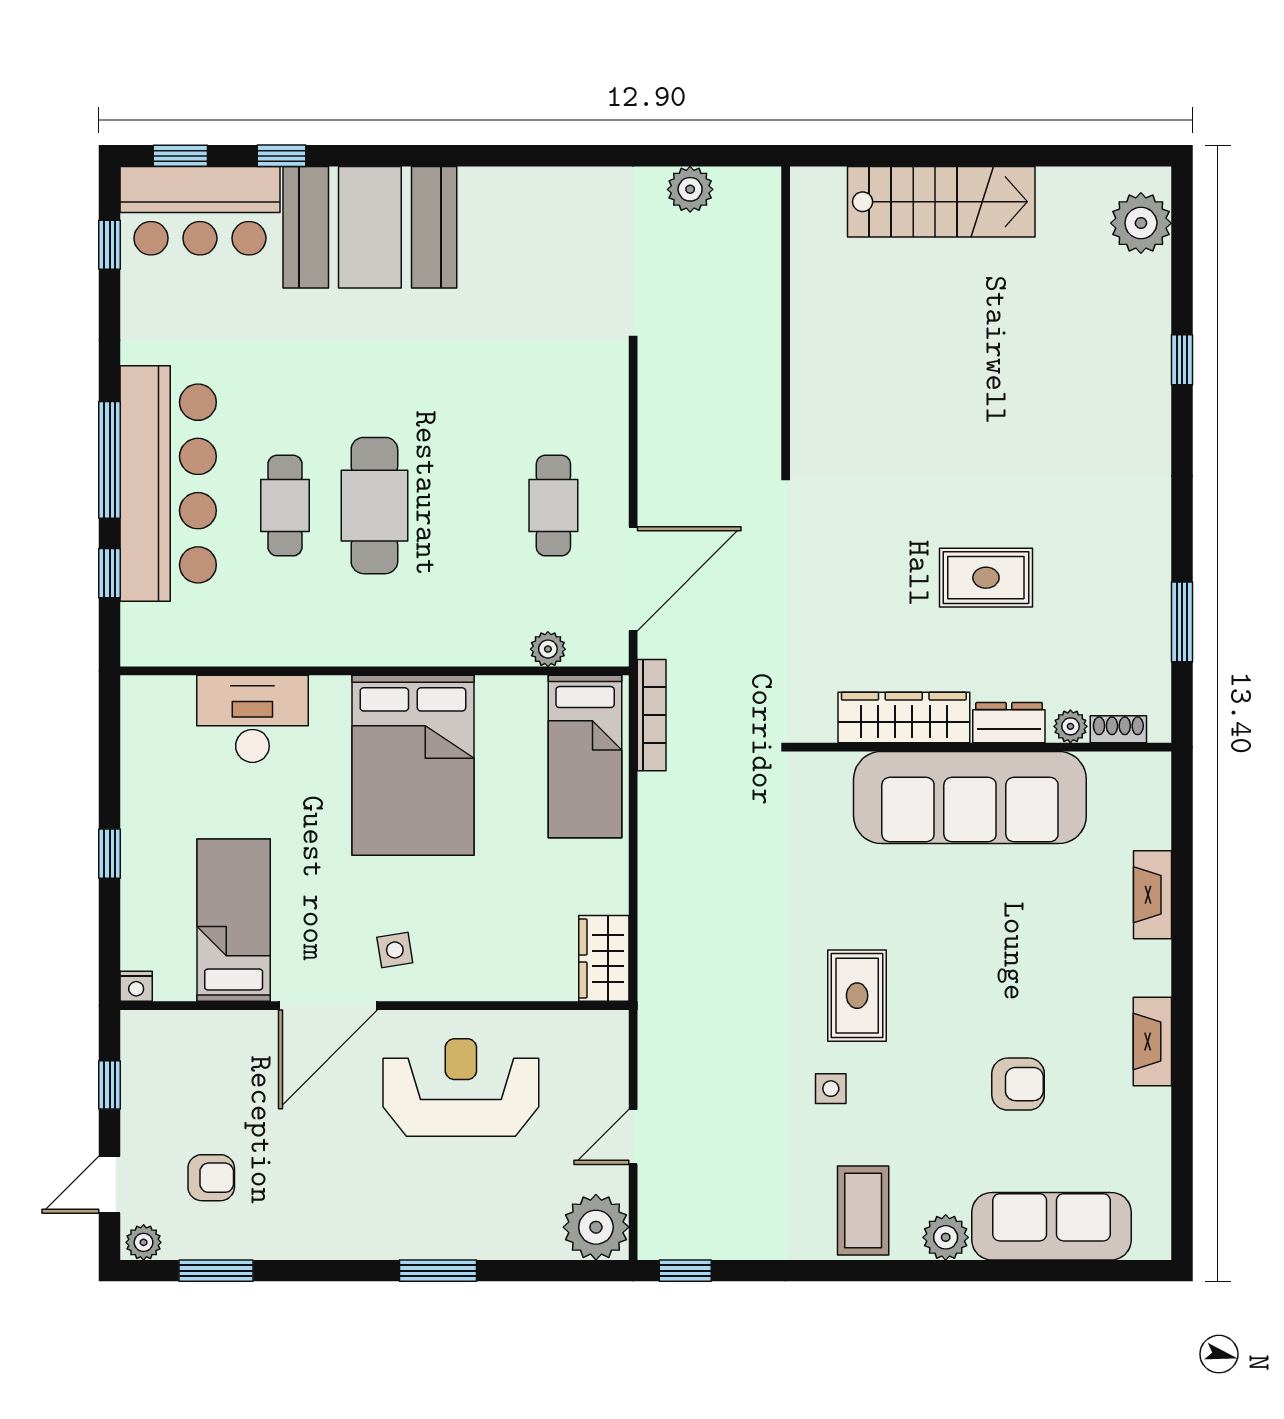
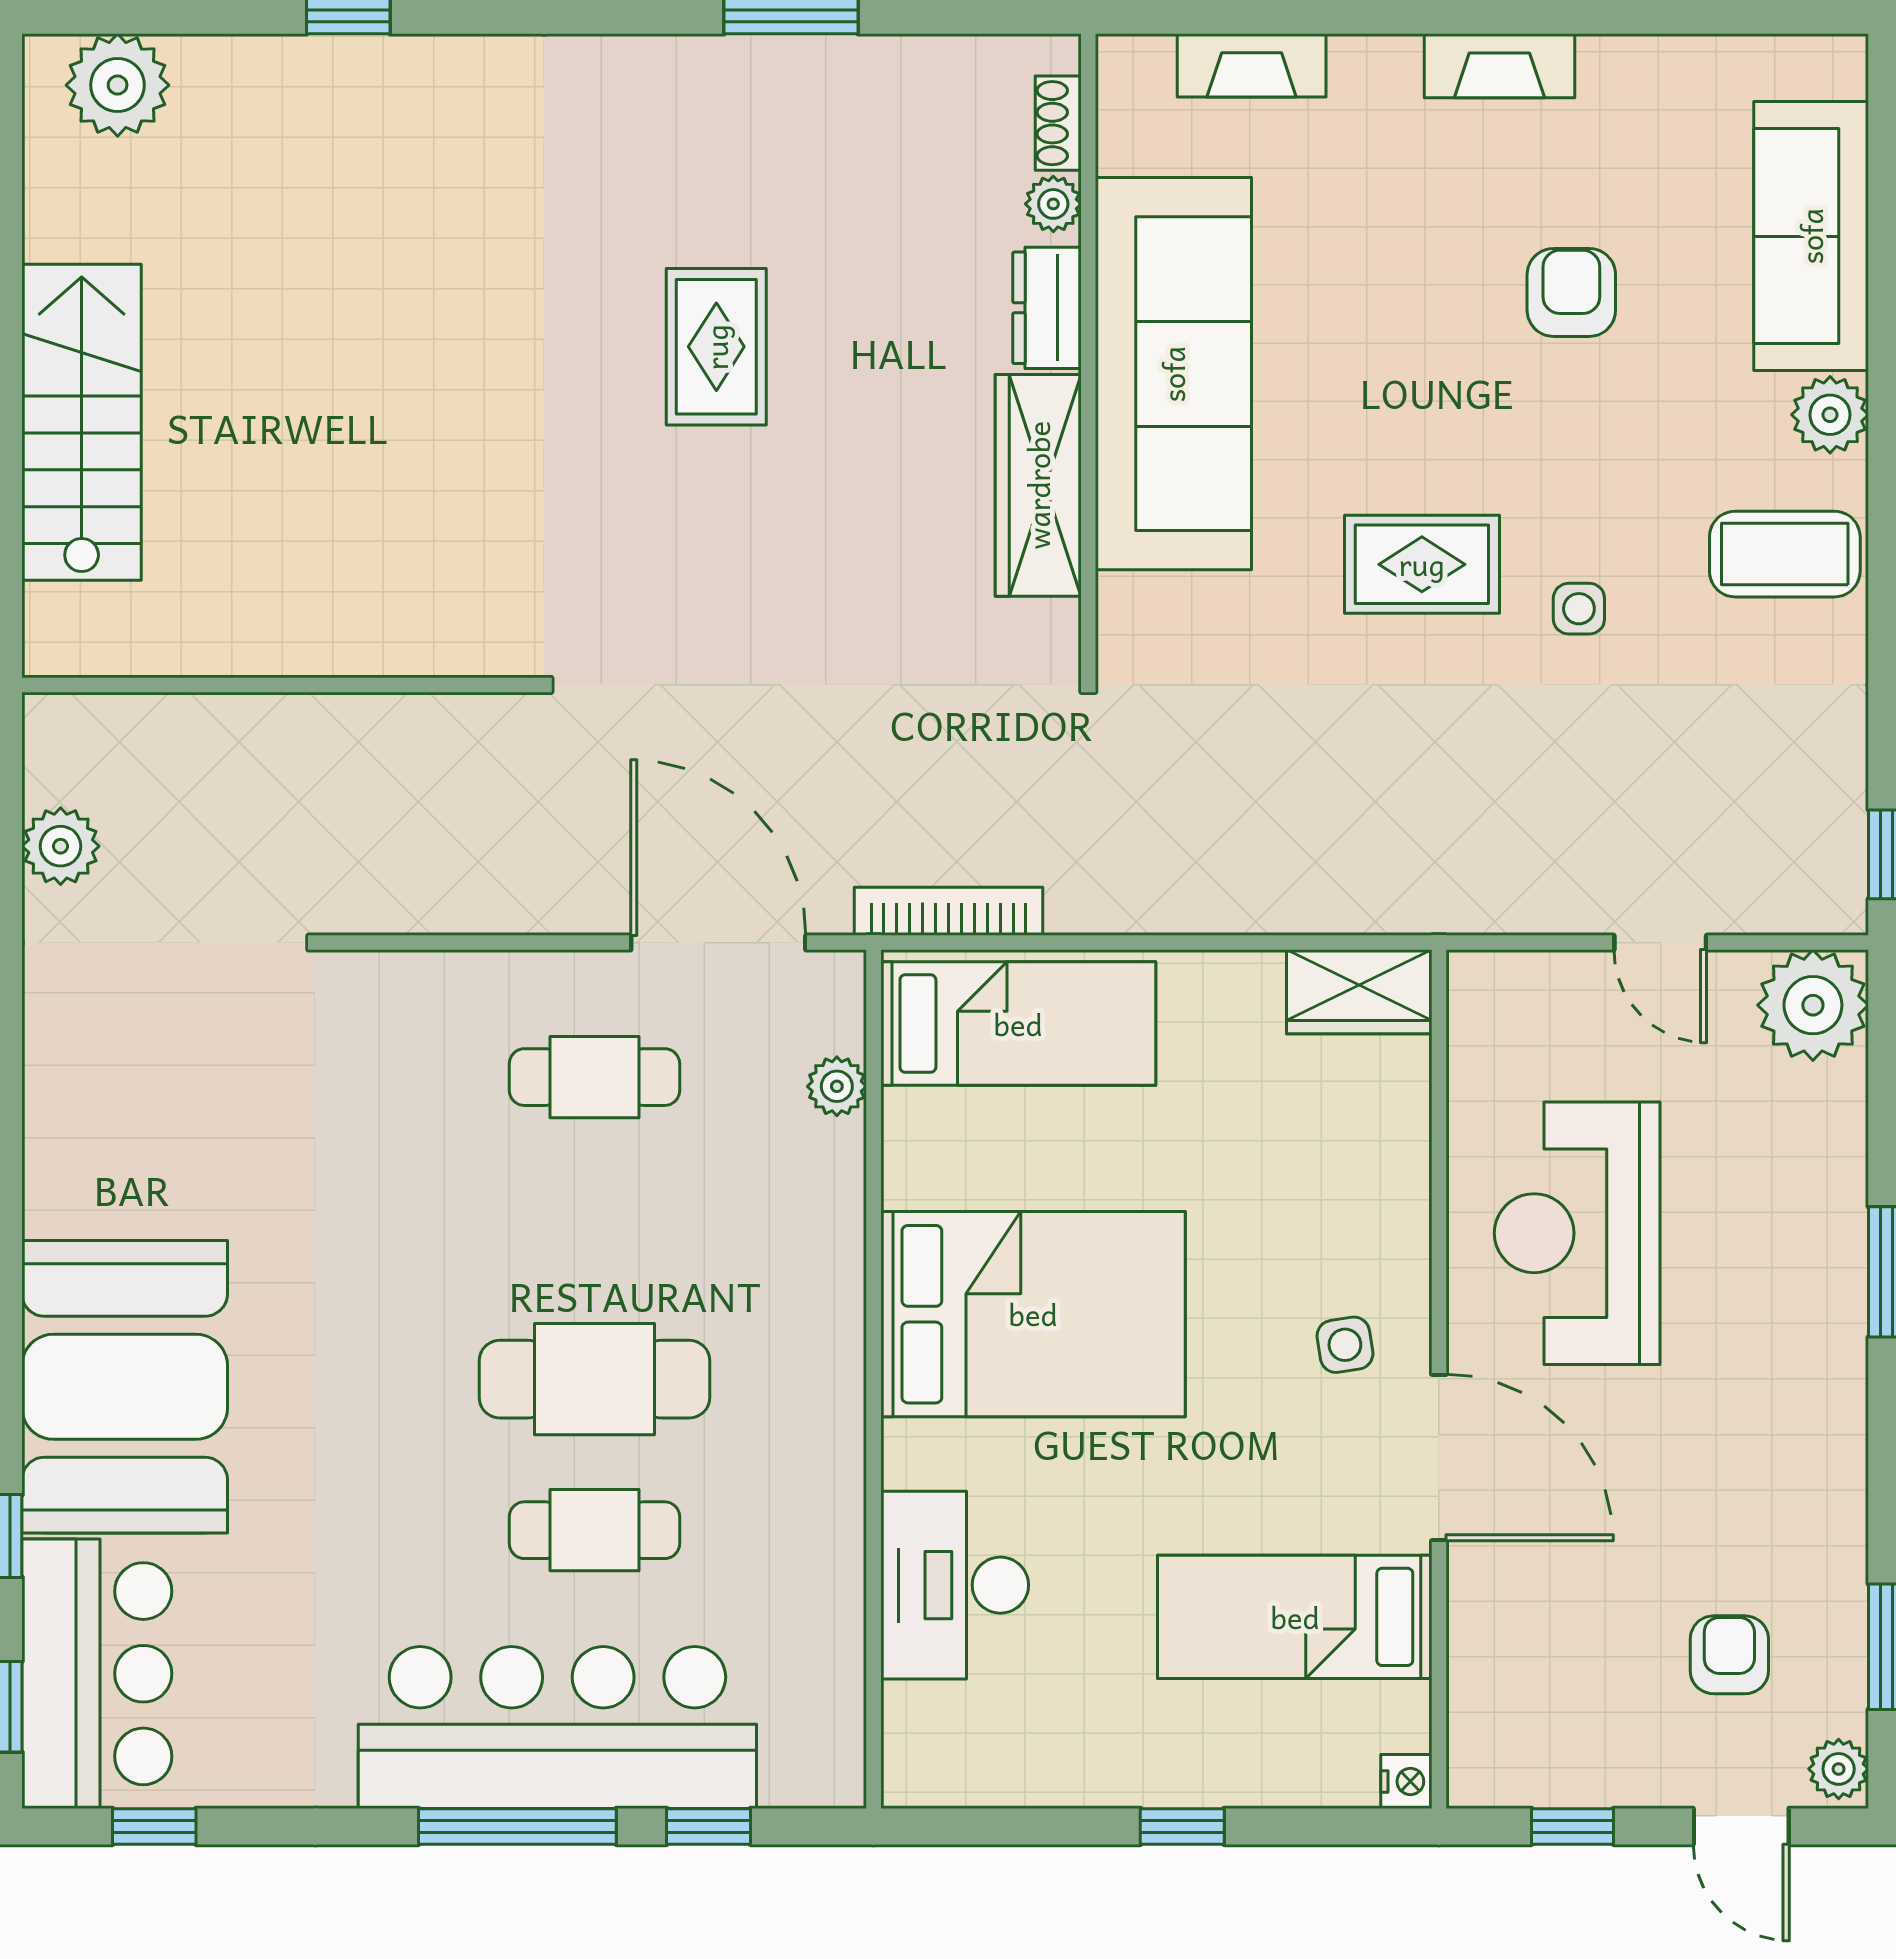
wardrobe: (904, 717) -> (1038, 485), moved
dresser: (1009, 723) -> (1047, 308), moved
plant: (1070, 726) -> (1053, 204), moved
shoe rack: (1118, 729) -> (1058, 123), moved
wall: (981, 747) -> (1088, 356), moved
sofa: (970, 798) -> (1173, 374), moved

